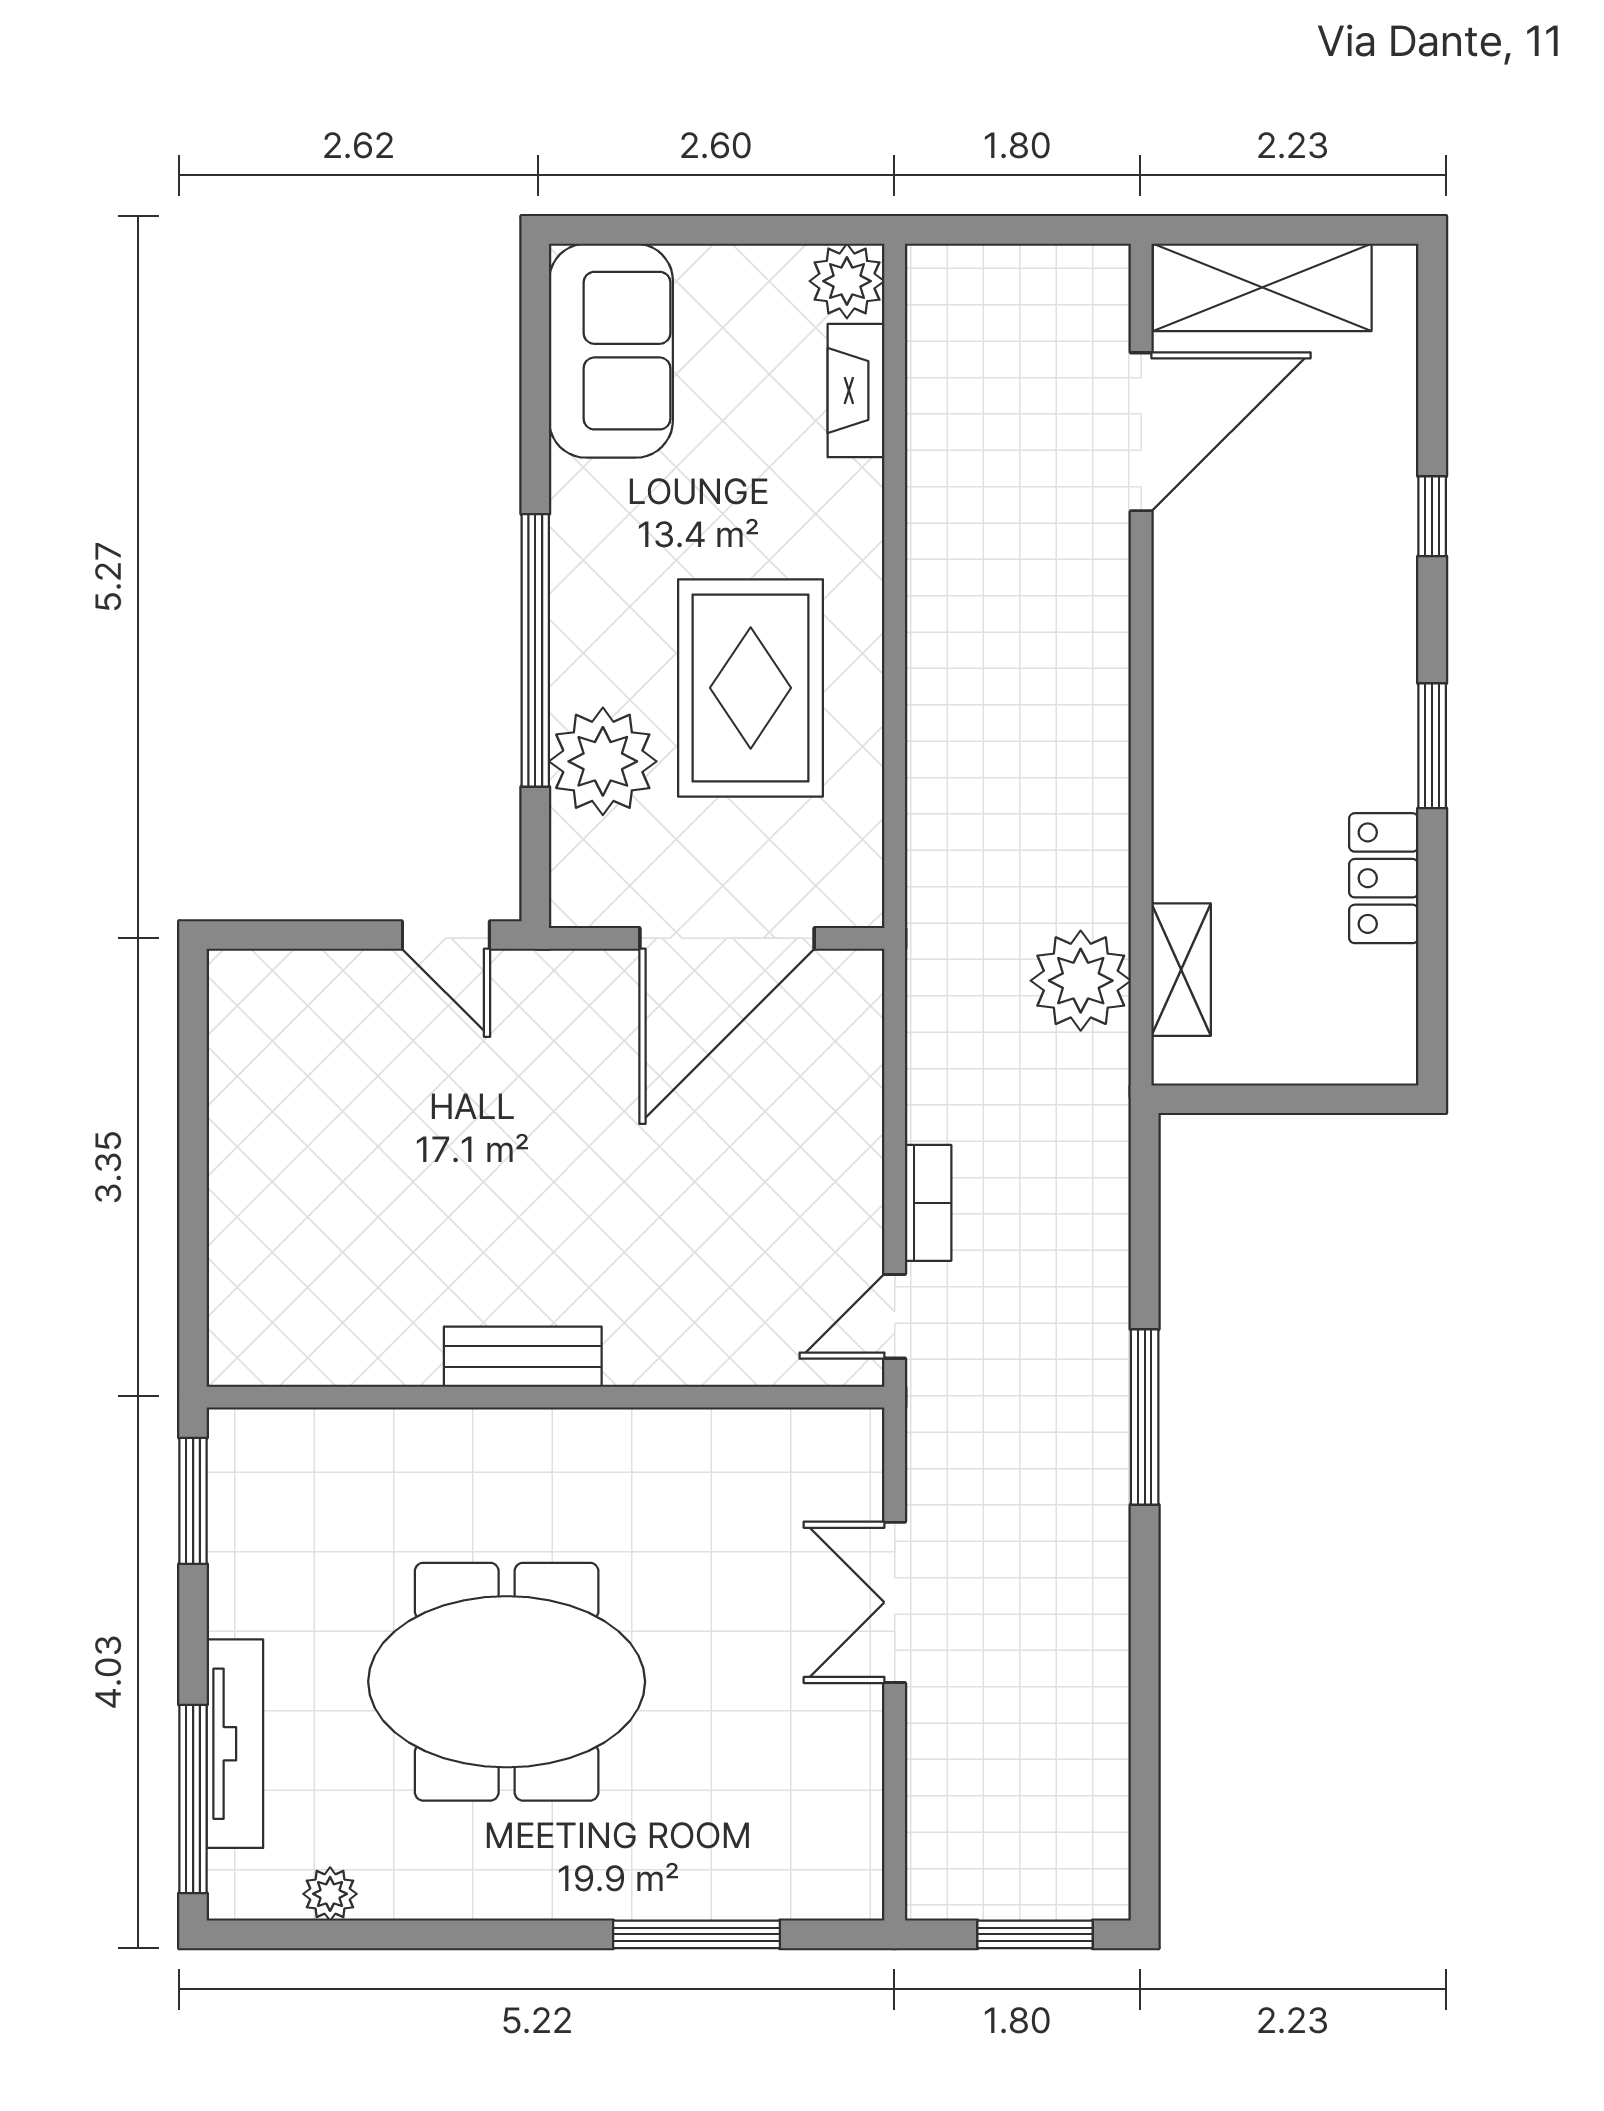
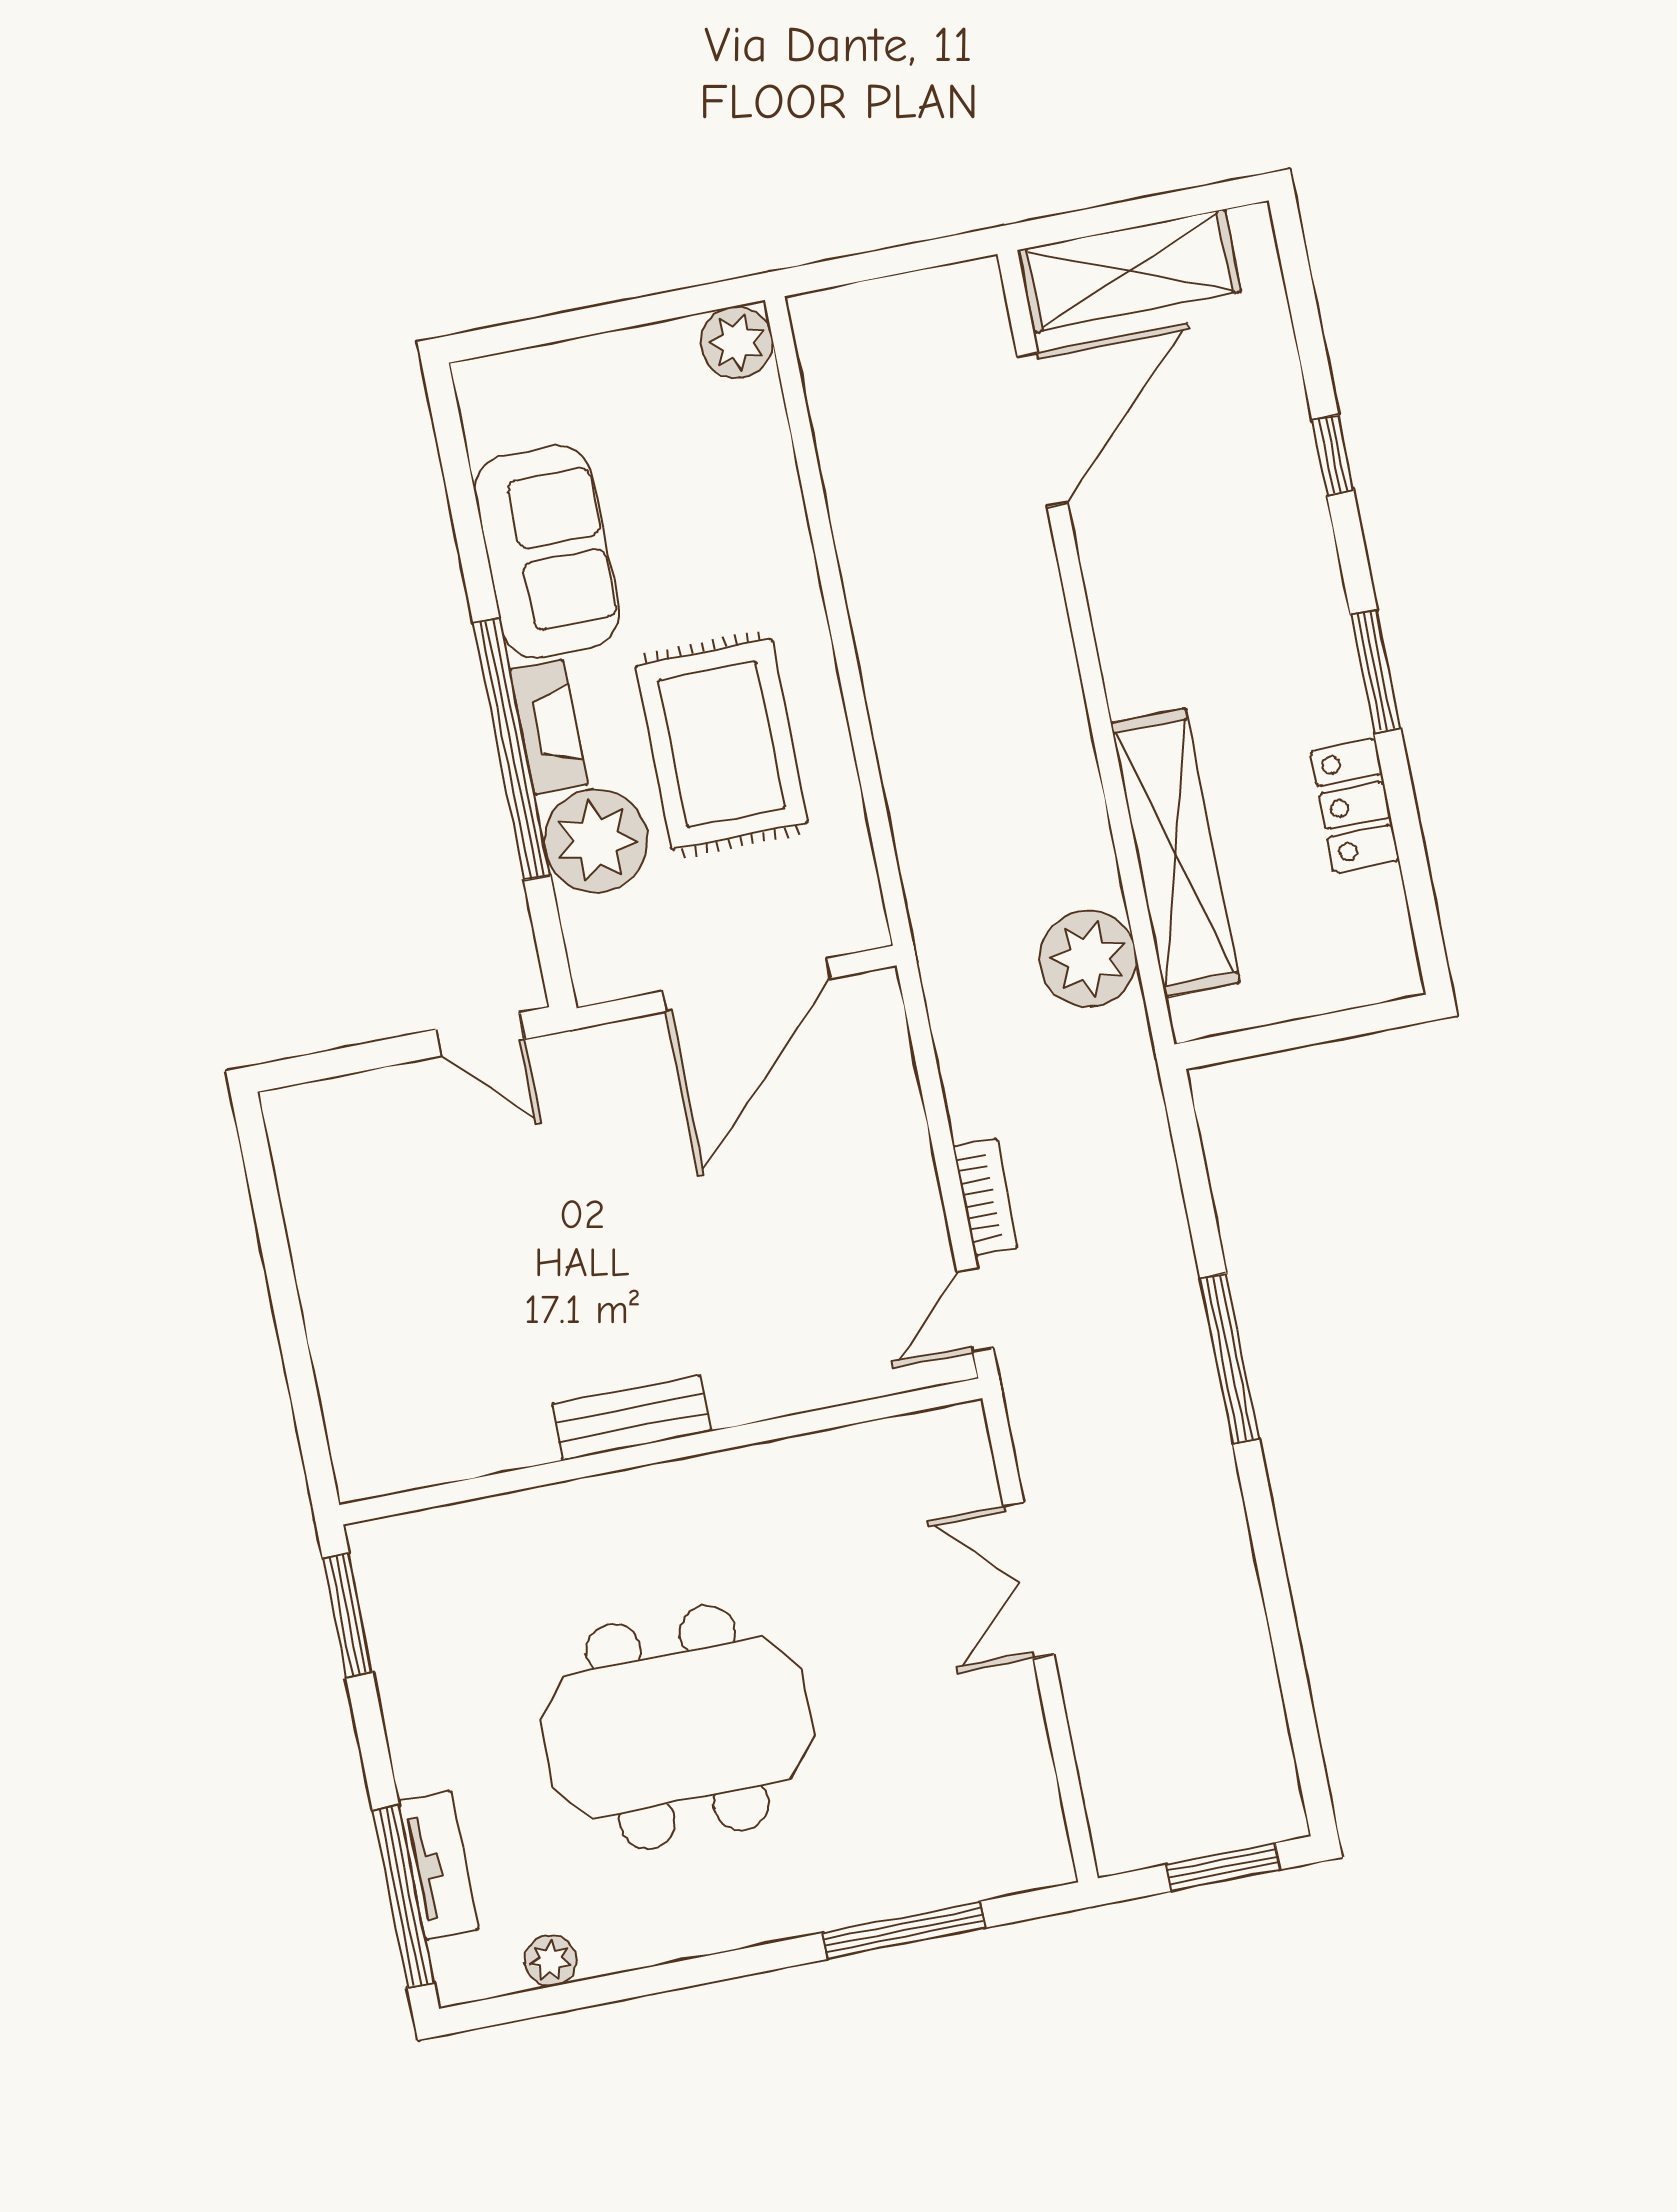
sofa: (611, 351) -> (547, 552), moved
fireplace: (856, 391) -> (549, 727), moved, turned 180
shelving: (1181, 970) -> (1175, 853), width x2.20, depth x1.33
tv unit: (235, 1744) -> (438, 1865), width x0.71

